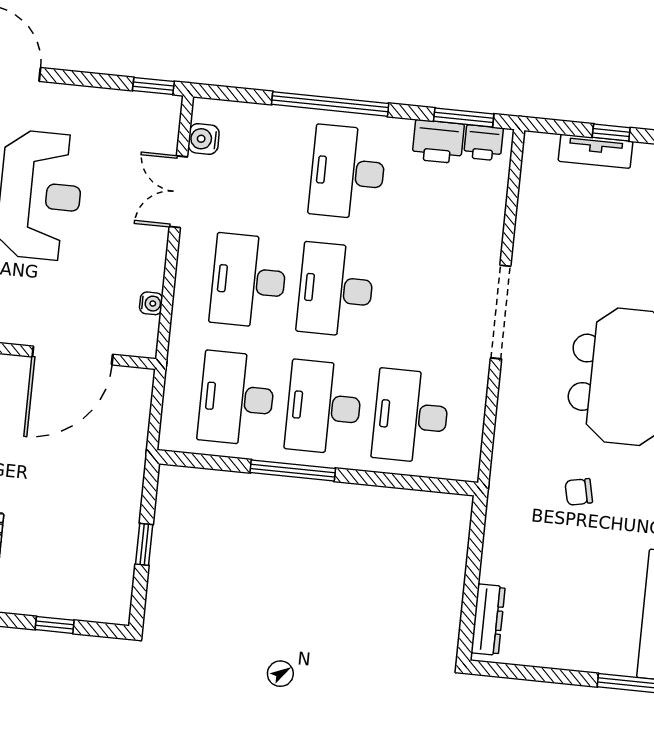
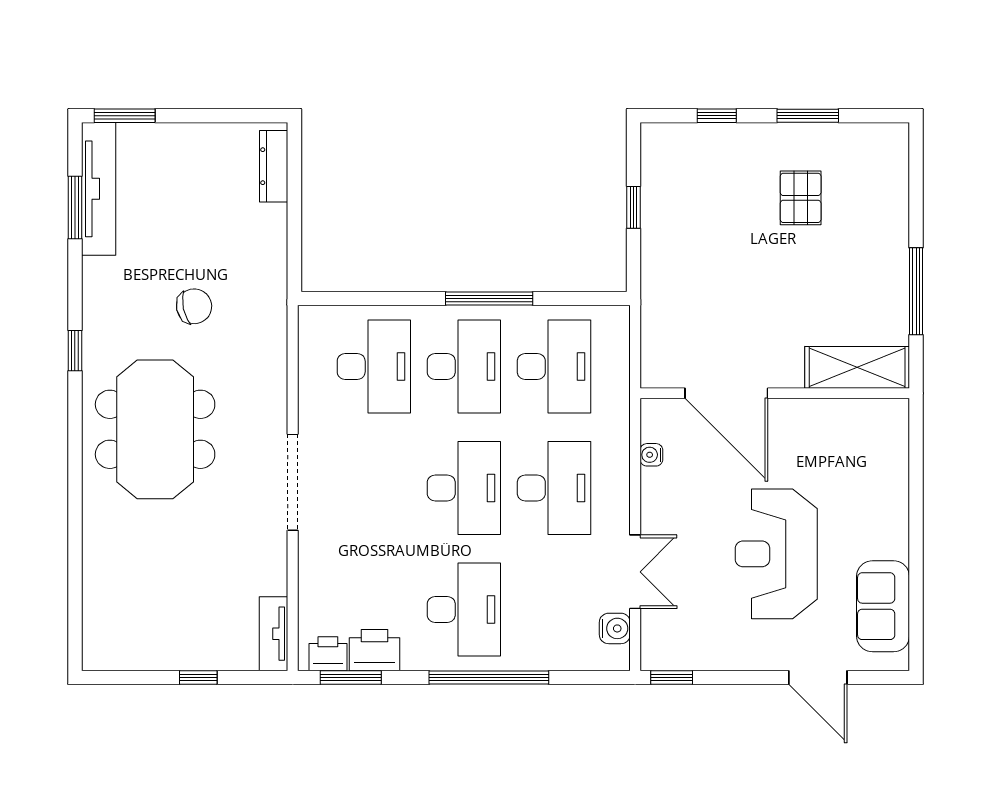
tv unit: (596, 151) -> (274, 634), moved, turned -90
door: (73, 356) -> (726, 393), swing flipped
chair: (579, 492) -> (194, 306), width x1.37, depth x1.37

